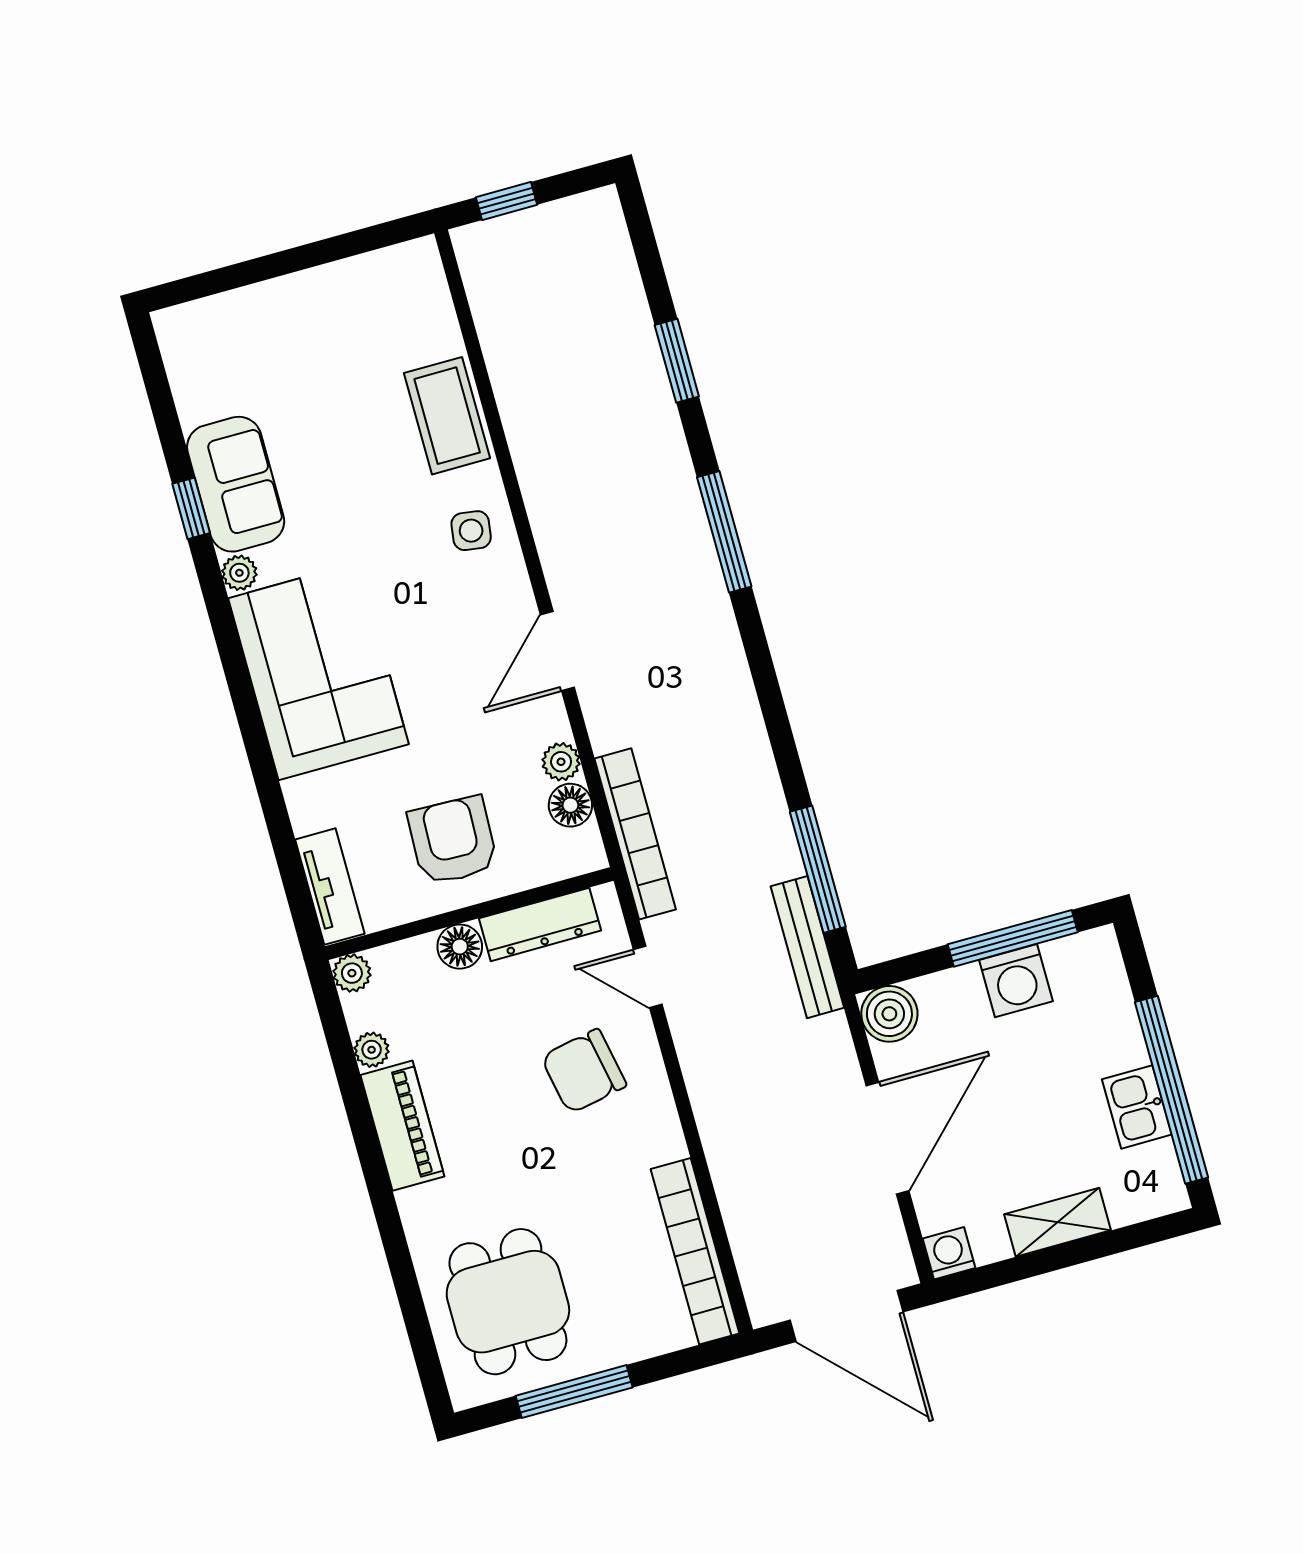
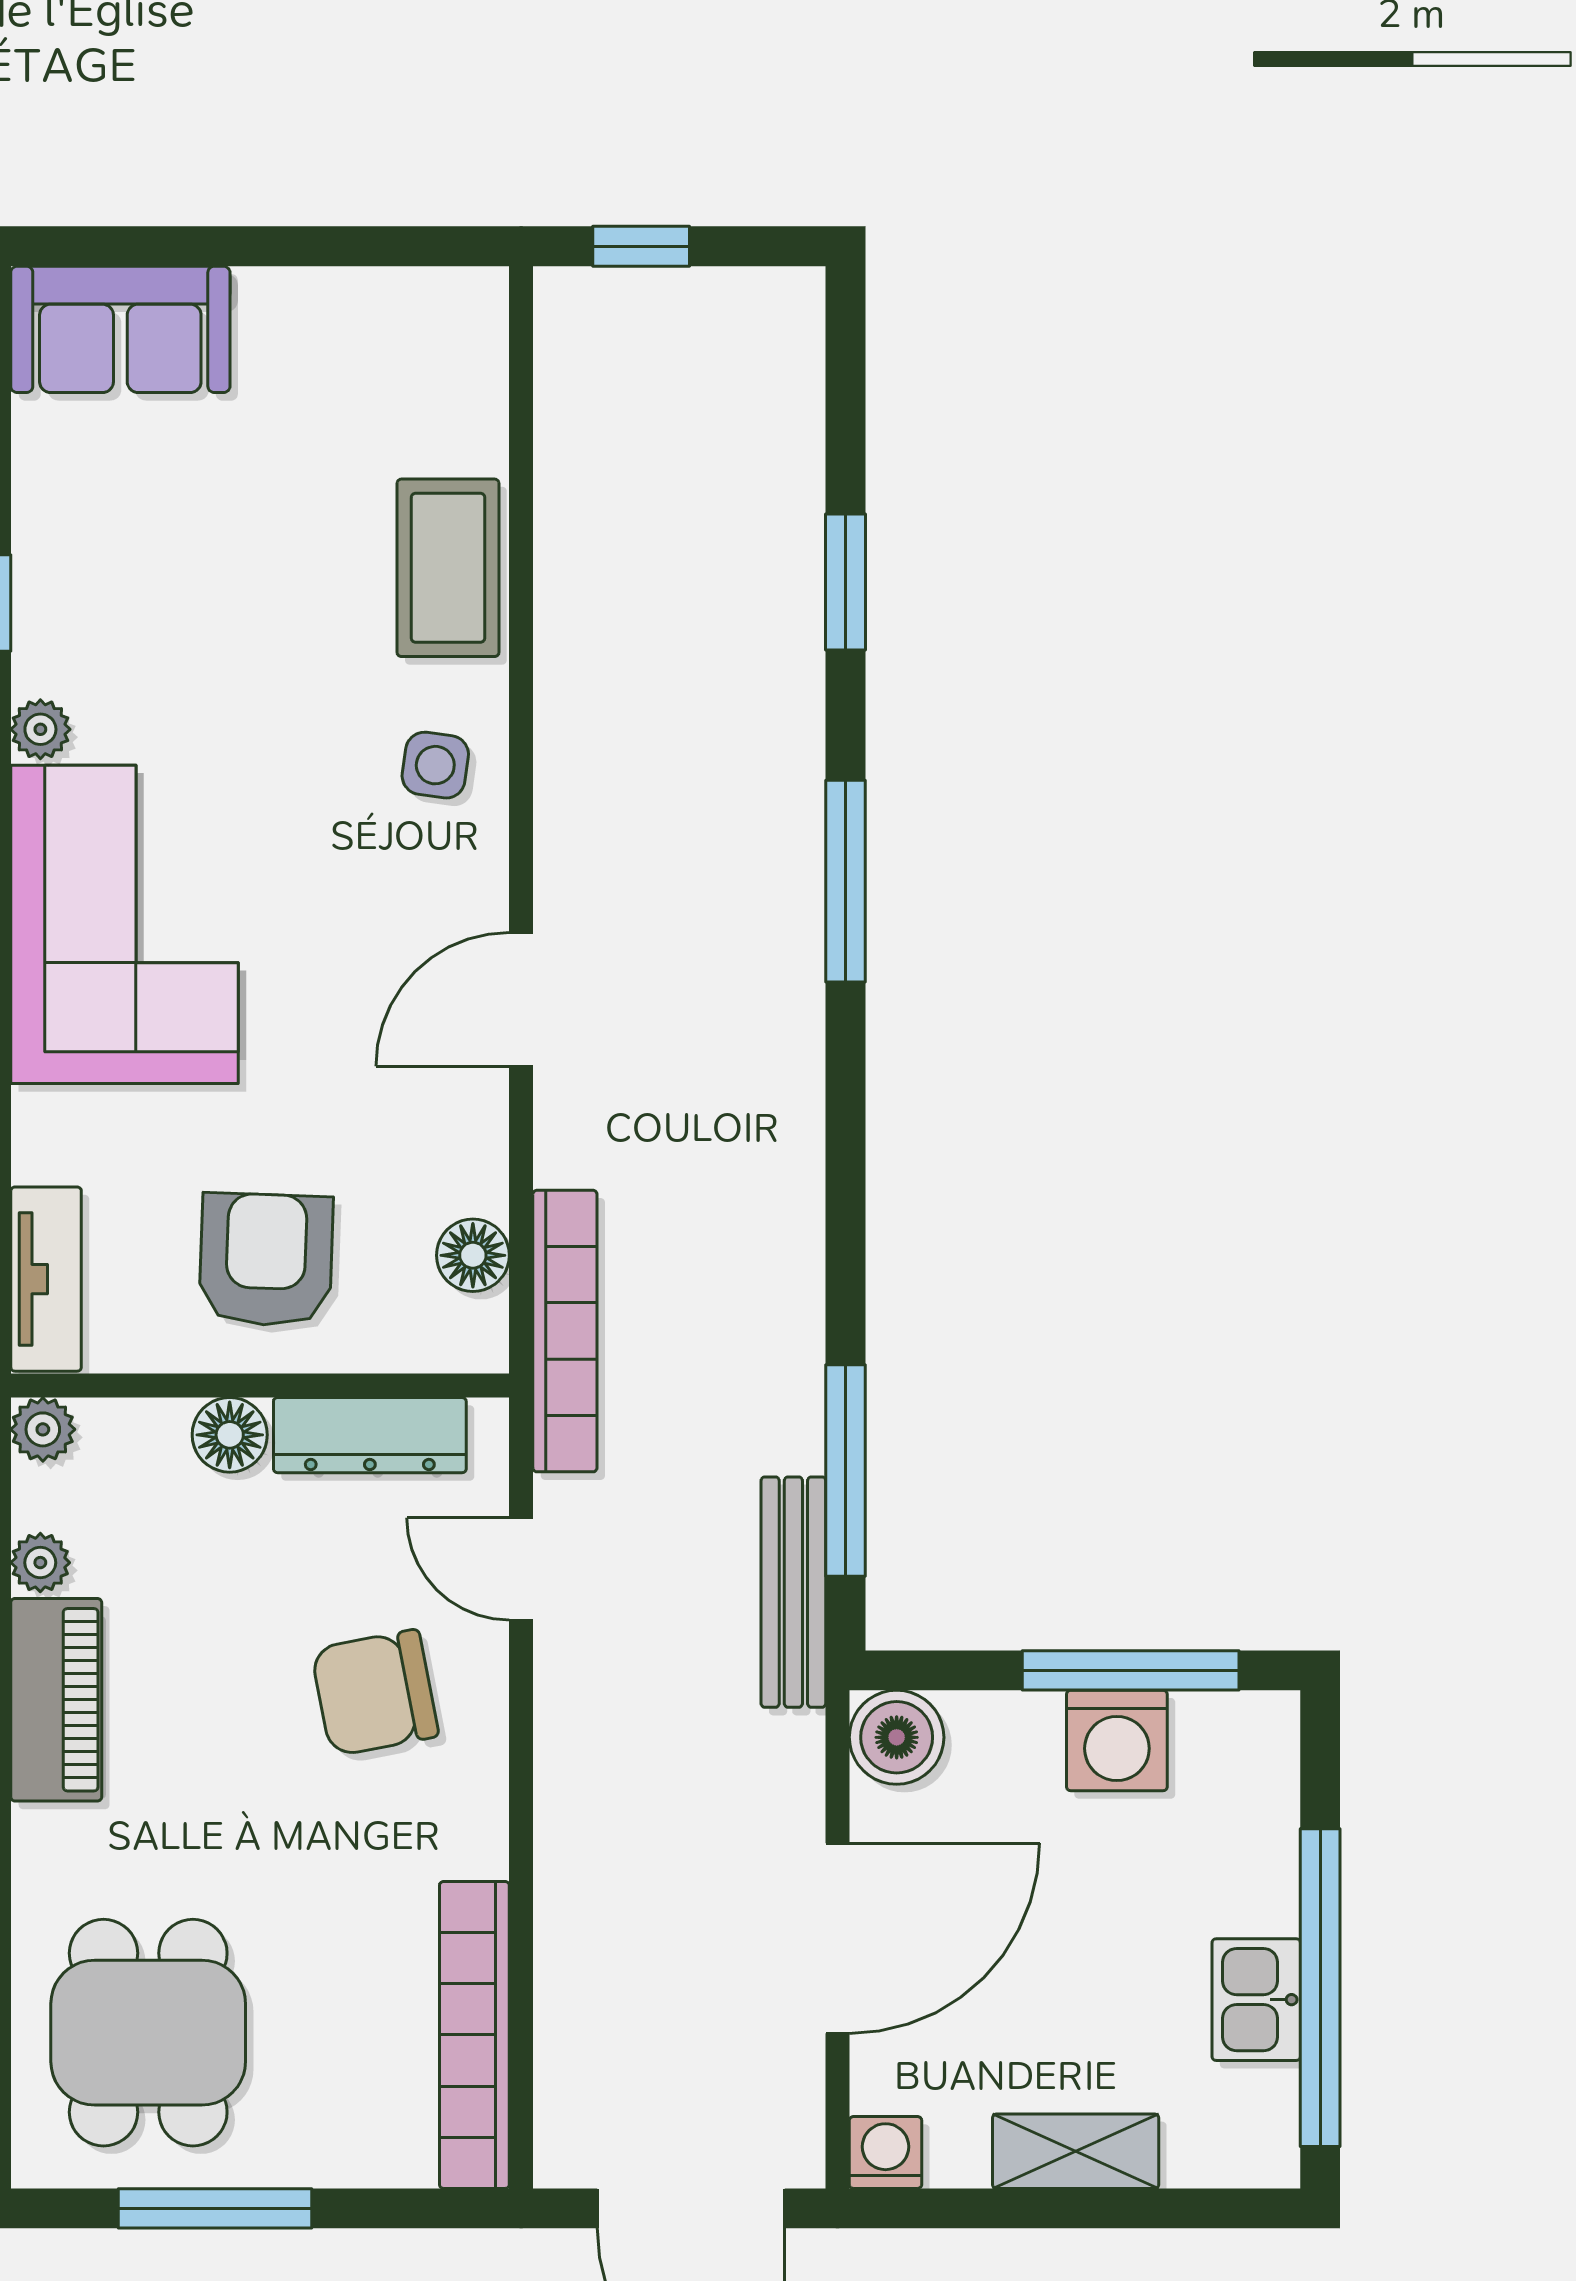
sofa: (236, 484) -> (120, 329), moved, turned 90
plant: (561, 762) -> (477, 1181), removed

